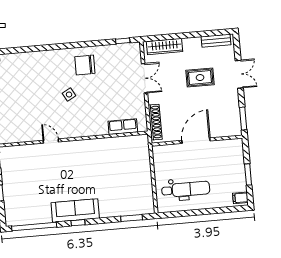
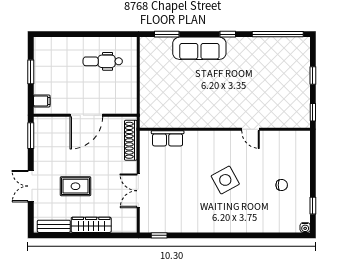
wardrobe: (164, 46) -> (91, 225), moved
chair: (85, 65) -> (282, 185), moved, width x0.54, depth x0.54
side table: (69, 95) -> (225, 180), width x1.87, depth x1.87
dental chair: (186, 189) -> (103, 61), width x0.73, depth x0.72
filing cabinet: (240, 198) -> (42, 101), moved
sofa: (75, 210) -> (199, 48), moved

